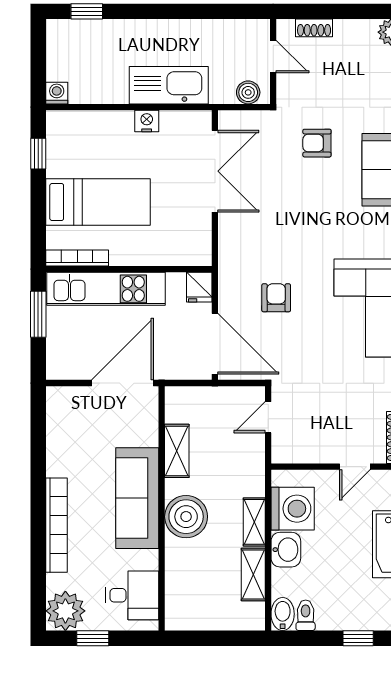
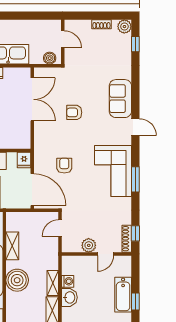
shoe rack: (314, 28) -> (101, 24), moved
armchair: (317, 143) -> (74, 112), moved
plant: (323, 450) -> (89, 245), added
washing machine: (293, 509) -> (68, 281), width x0.53, depth x0.53

